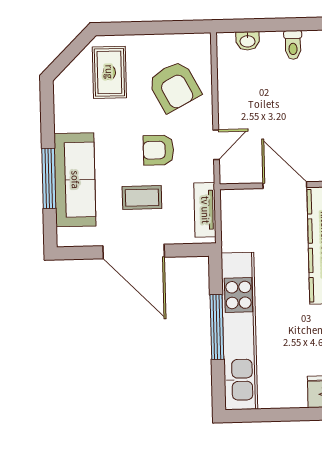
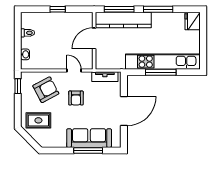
window: (180, 27) -> (18, 86), added
coffee table: (142, 198) -> (98, 106), removed

